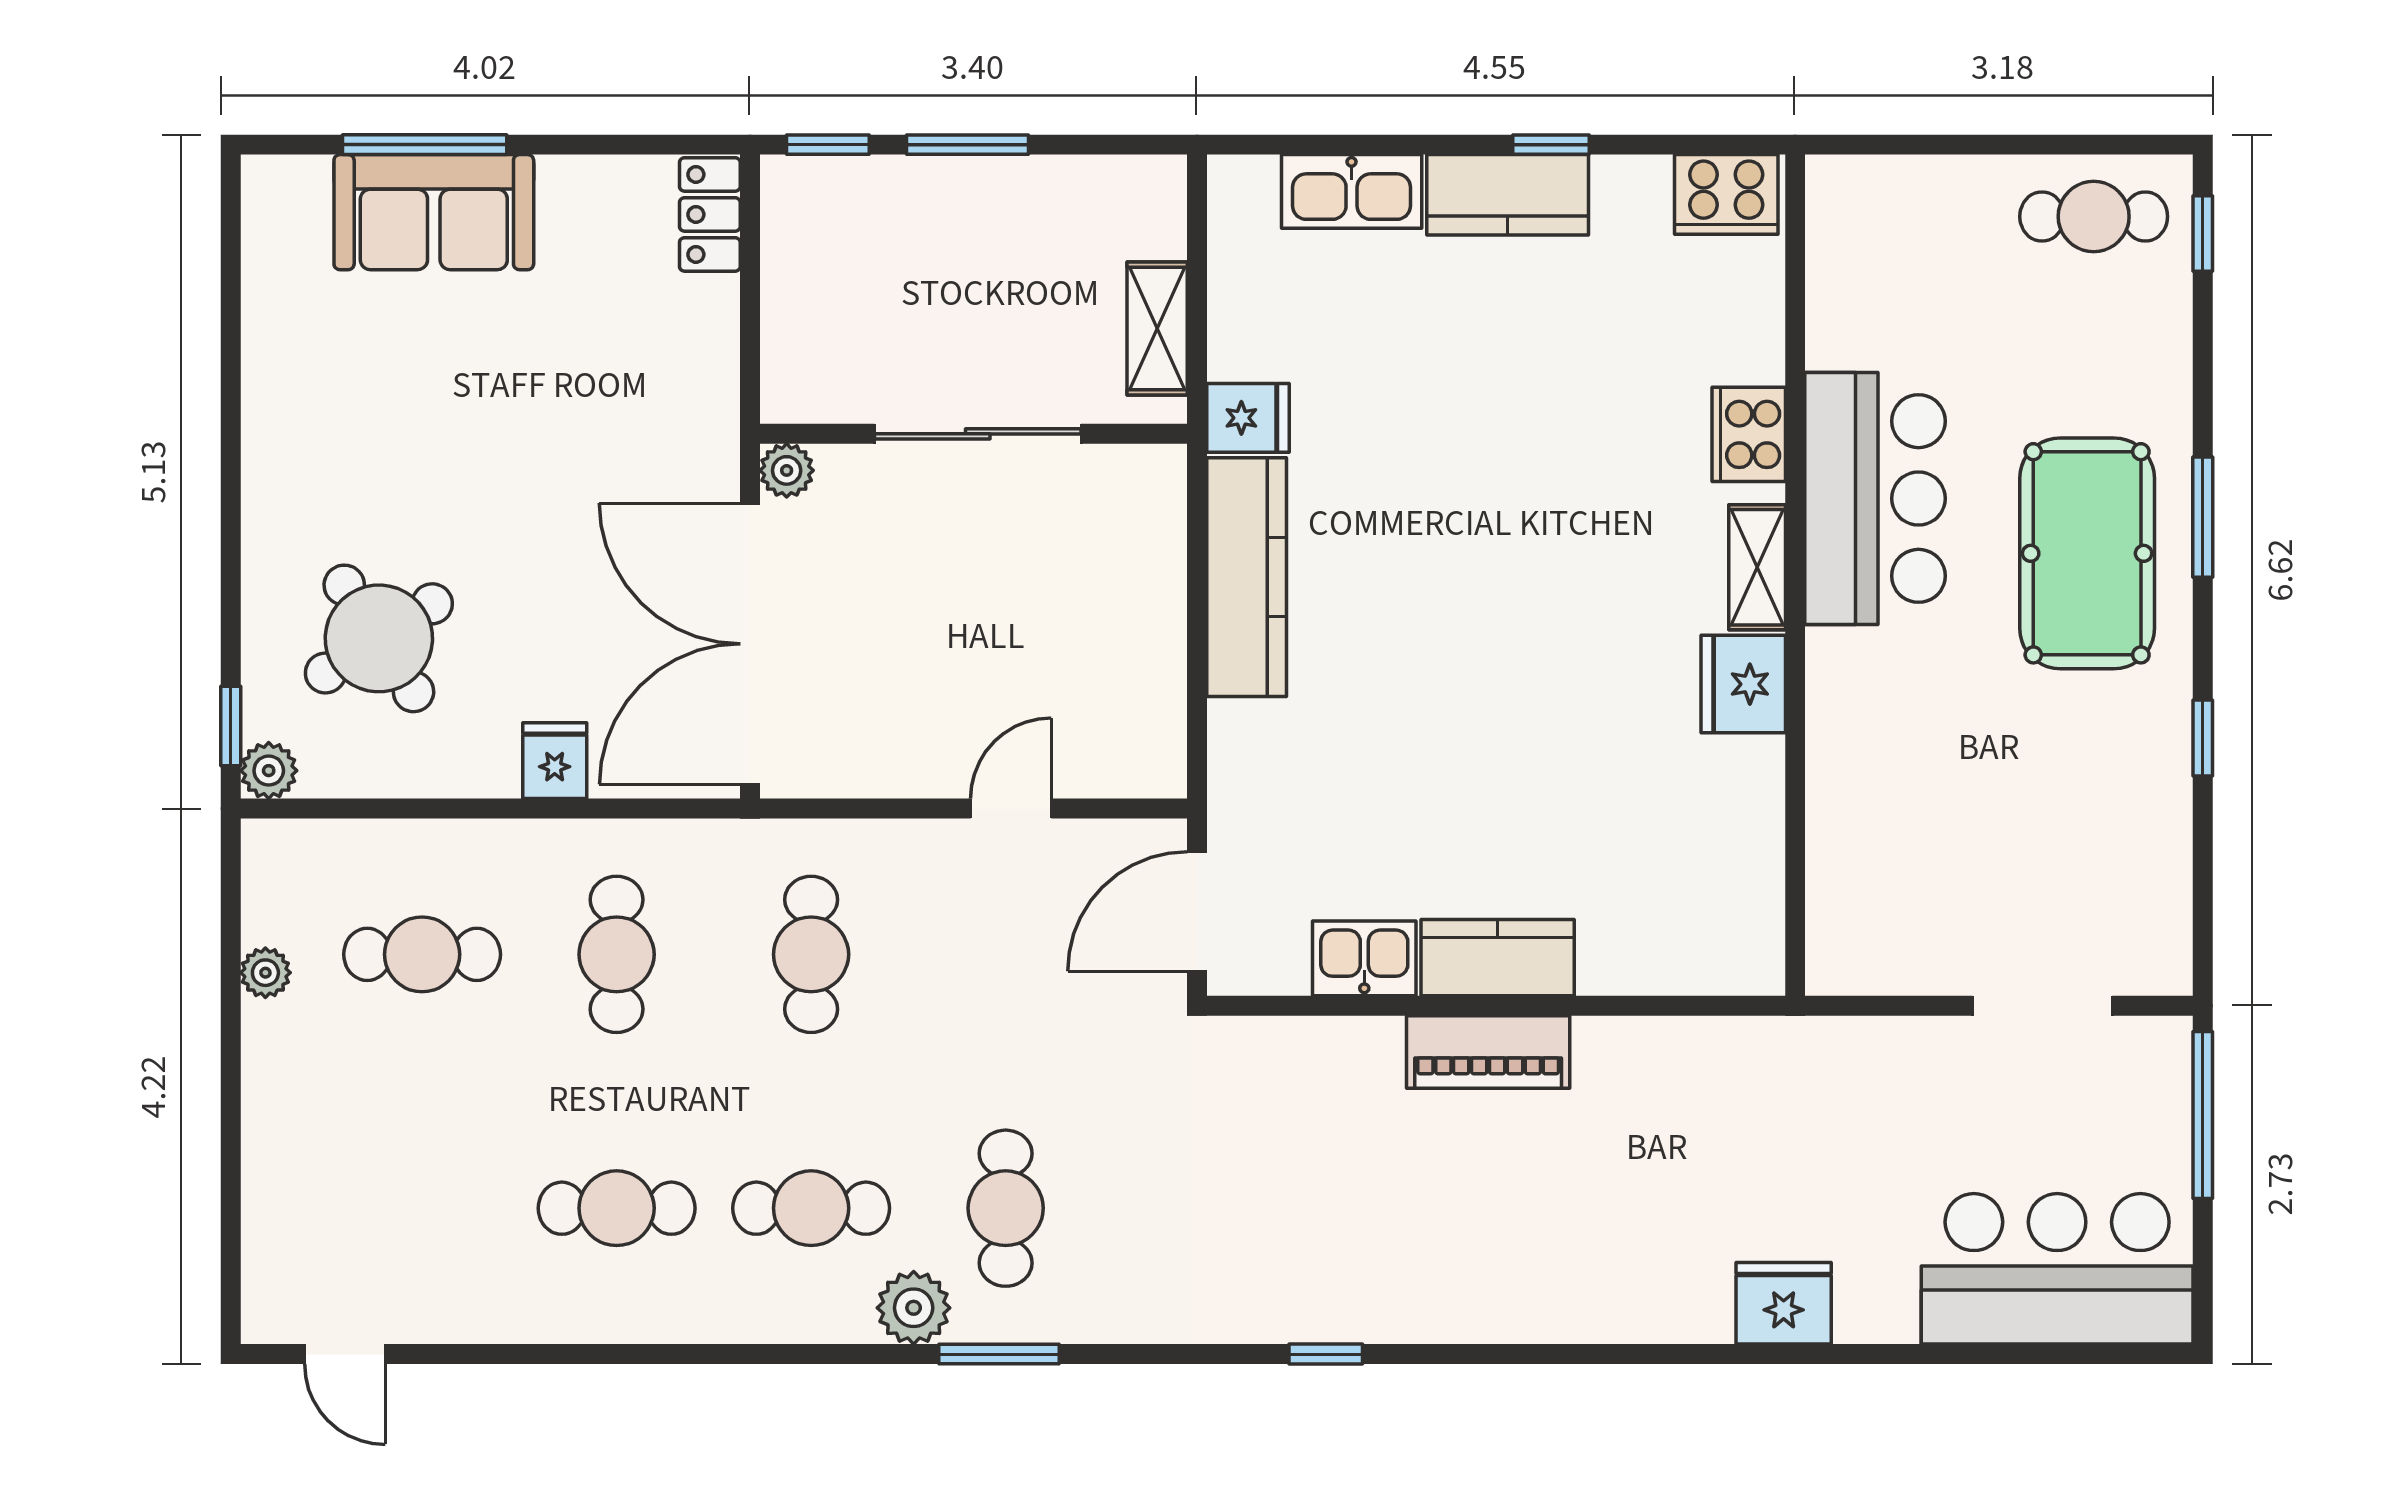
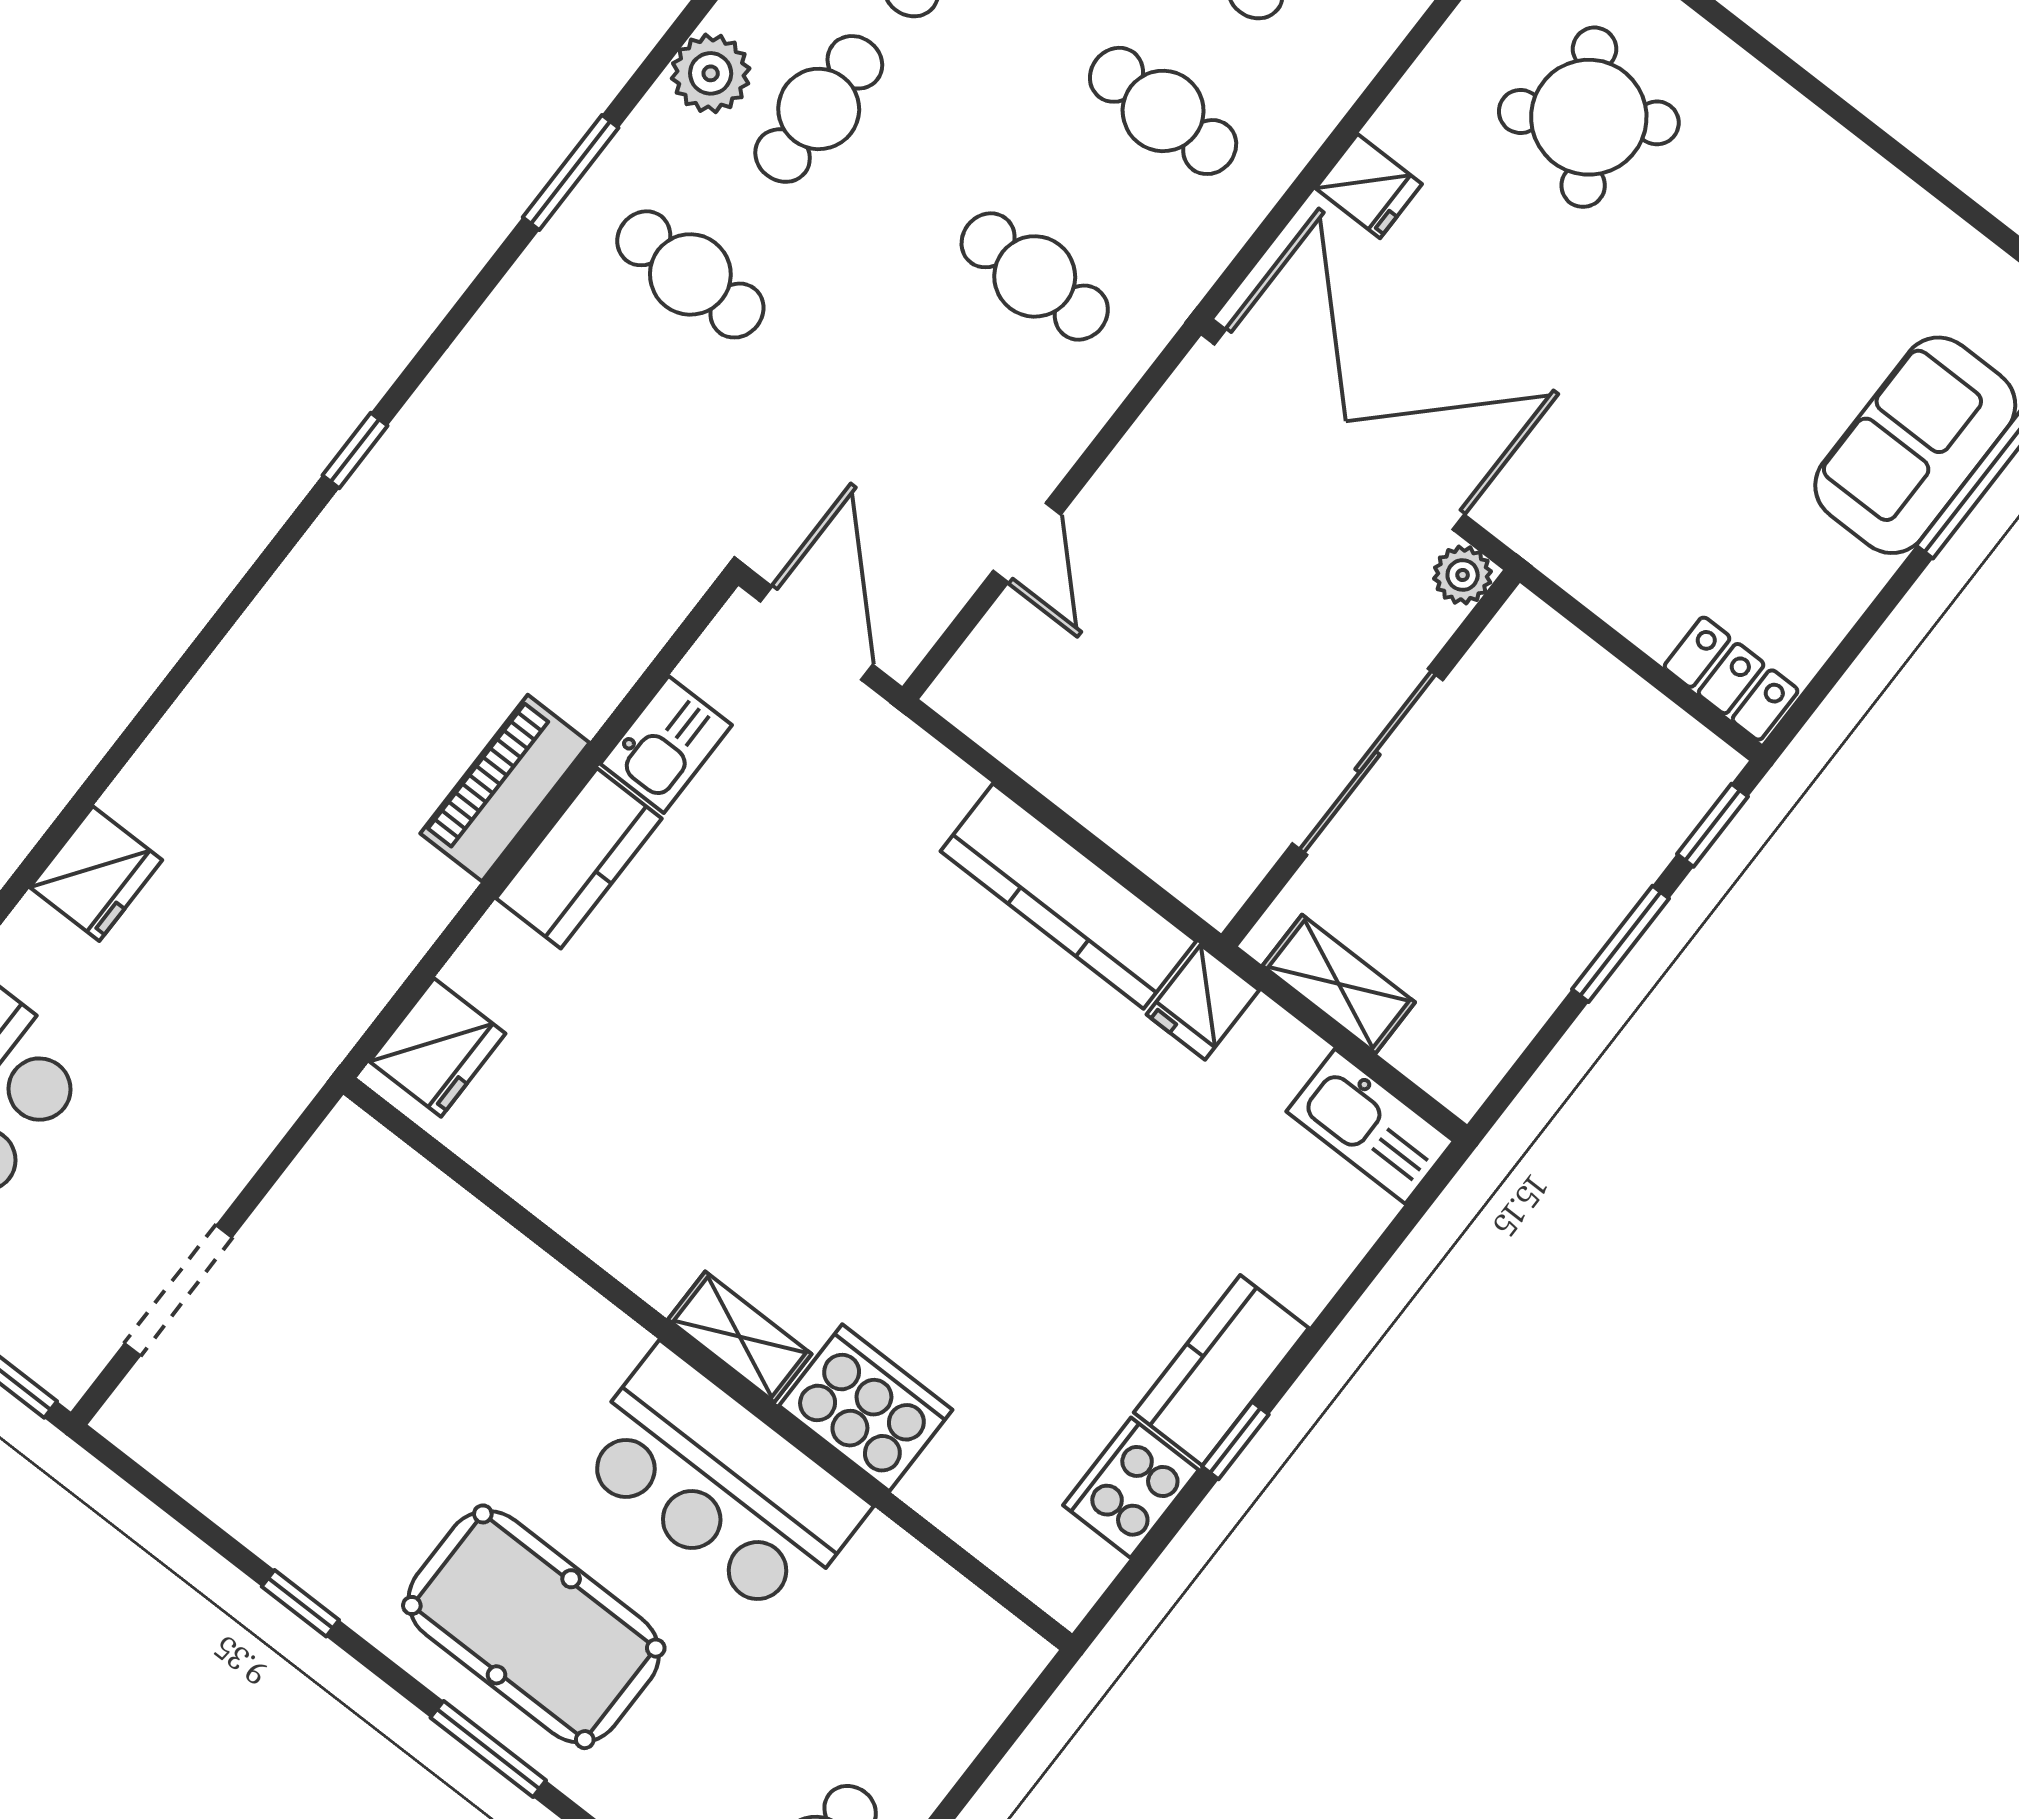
kitchen sink: (1352, 191) -> (1370, 1126), moved, turned -90
cooker: (1726, 194) -> (1131, 1488), moved
cooker: (1749, 434) -> (866, 1408), width x1.37, depth x1.31
fridge: (1743, 684) -> (438, 1047), moved, turned 90
plant: (914, 1308) -> (711, 73), moved

